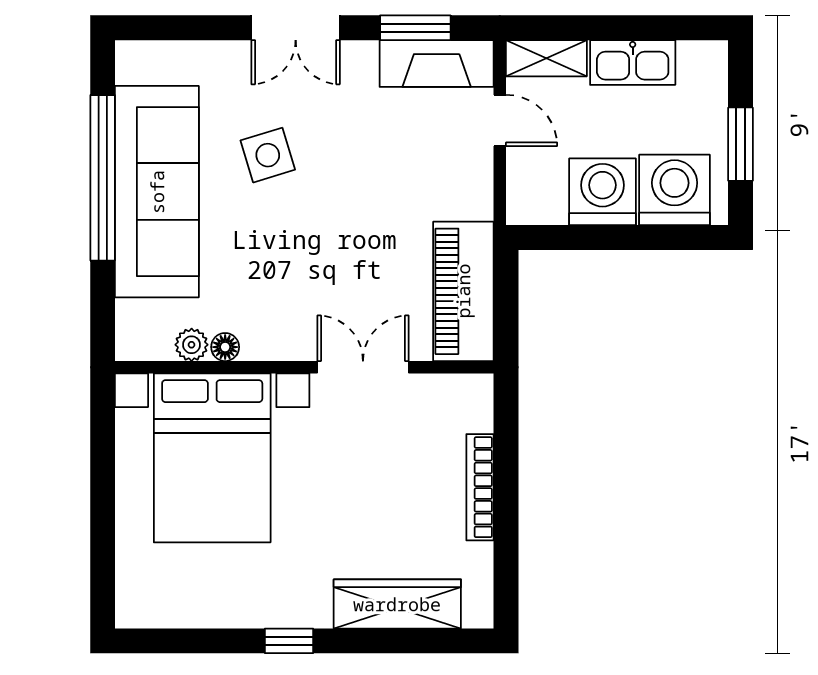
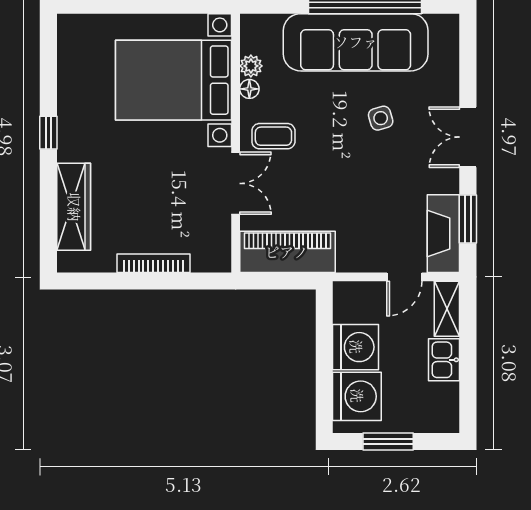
kitchen sink: (633, 63) -> (444, 360), width x0.73
side table: (268, 155) -> (381, 118), width x0.73, depth x0.73
coffee table: (294, 312) -> (273, 136), added

